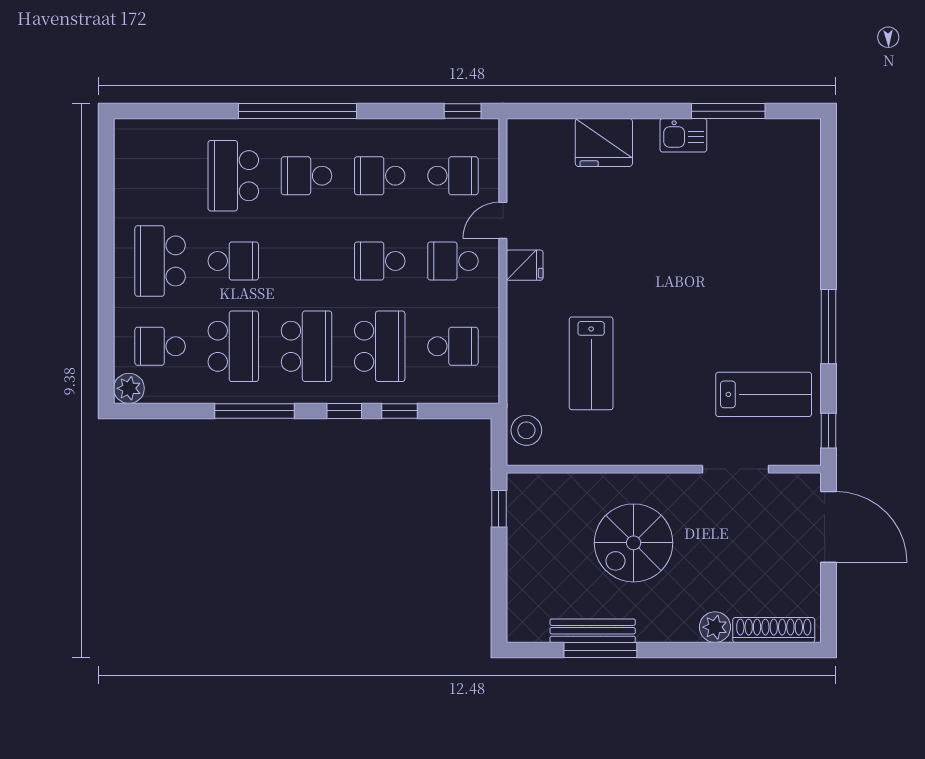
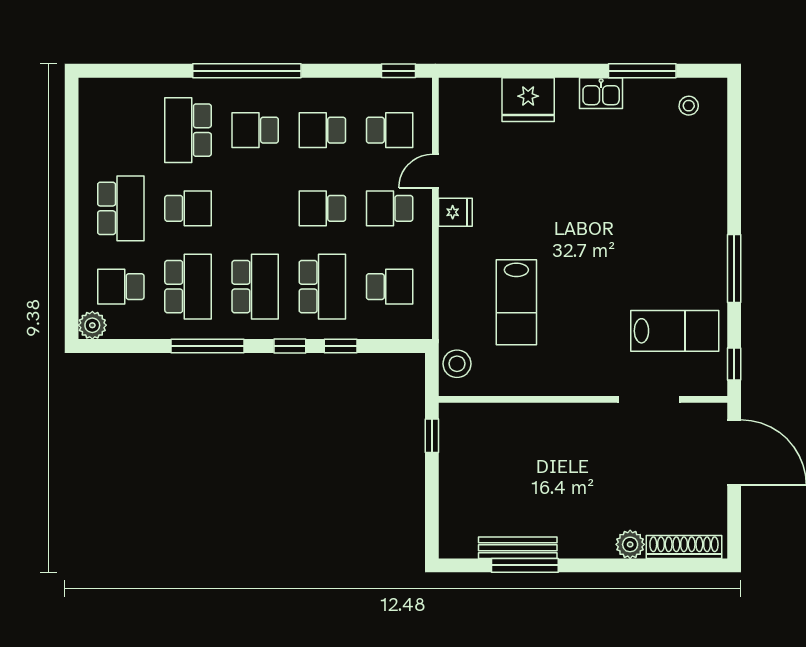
stool: (779, 149) -> (689, 106), added
school desk: (160, 261) -> (121, 208), turned 180
spiral stairs: (634, 543) -> (555, 467), removed

